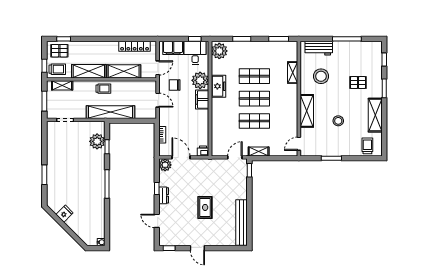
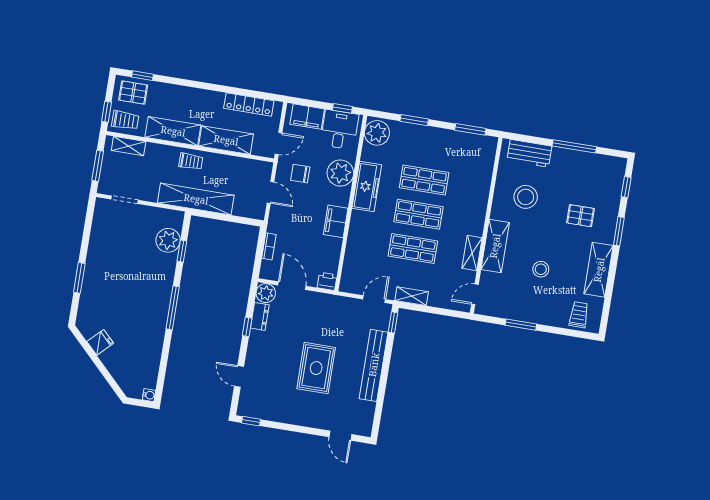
shelving: (293, 73) -> (472, 253), moved
freezer: (218, 86) -> (367, 187), width x1.40
filing cabinet: (202, 99) -> (336, 221), moved
dresser: (164, 195) -> (260, 316), moved
rug: (205, 207) -> (316, 368), width x1.36, depth x1.43
bench: (242, 222) -> (374, 365), moved
door: (197, 248) -> (340, 436), moved

